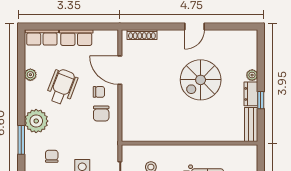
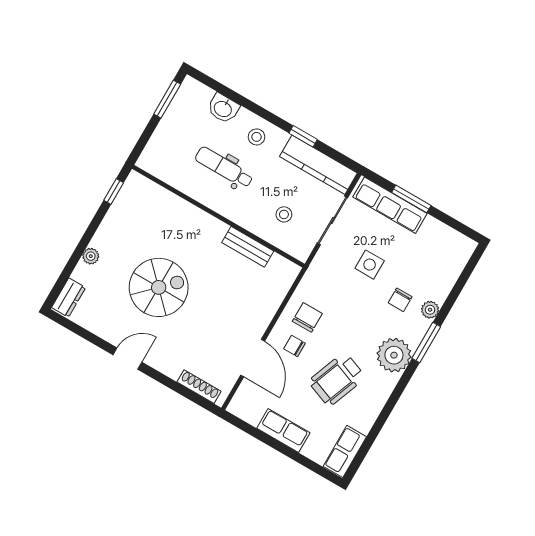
row of seats: (42, 37) -> (345, 451), moved, turned -90
plant: (30, 75) -> (430, 310), moved
dresser: (251, 94) -> (69, 298), moved
window: (261, 100) -> (114, 192), moved
bench: (251, 124) -> (248, 247), moved, turned 90

